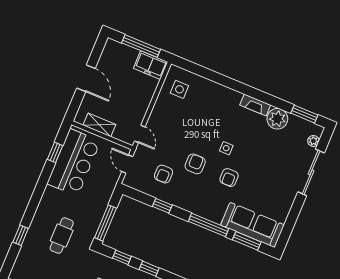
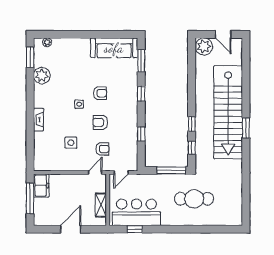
side table: (179, 89) -> (71, 143), moved
fireplace: (255, 105) -> (38, 120), moved
sliding door: (311, 172) -> (71, 34), removed
armchair: (164, 174) -> (102, 149), moved
window: (208, 225) -> (141, 94), width x0.46
sofa: (252, 225) -> (114, 48), moved, turned -90
window: (21, 235) -> (207, 229), removed
cafe table: (62, 236) -> (194, 199), width x1.37, depth x1.35

